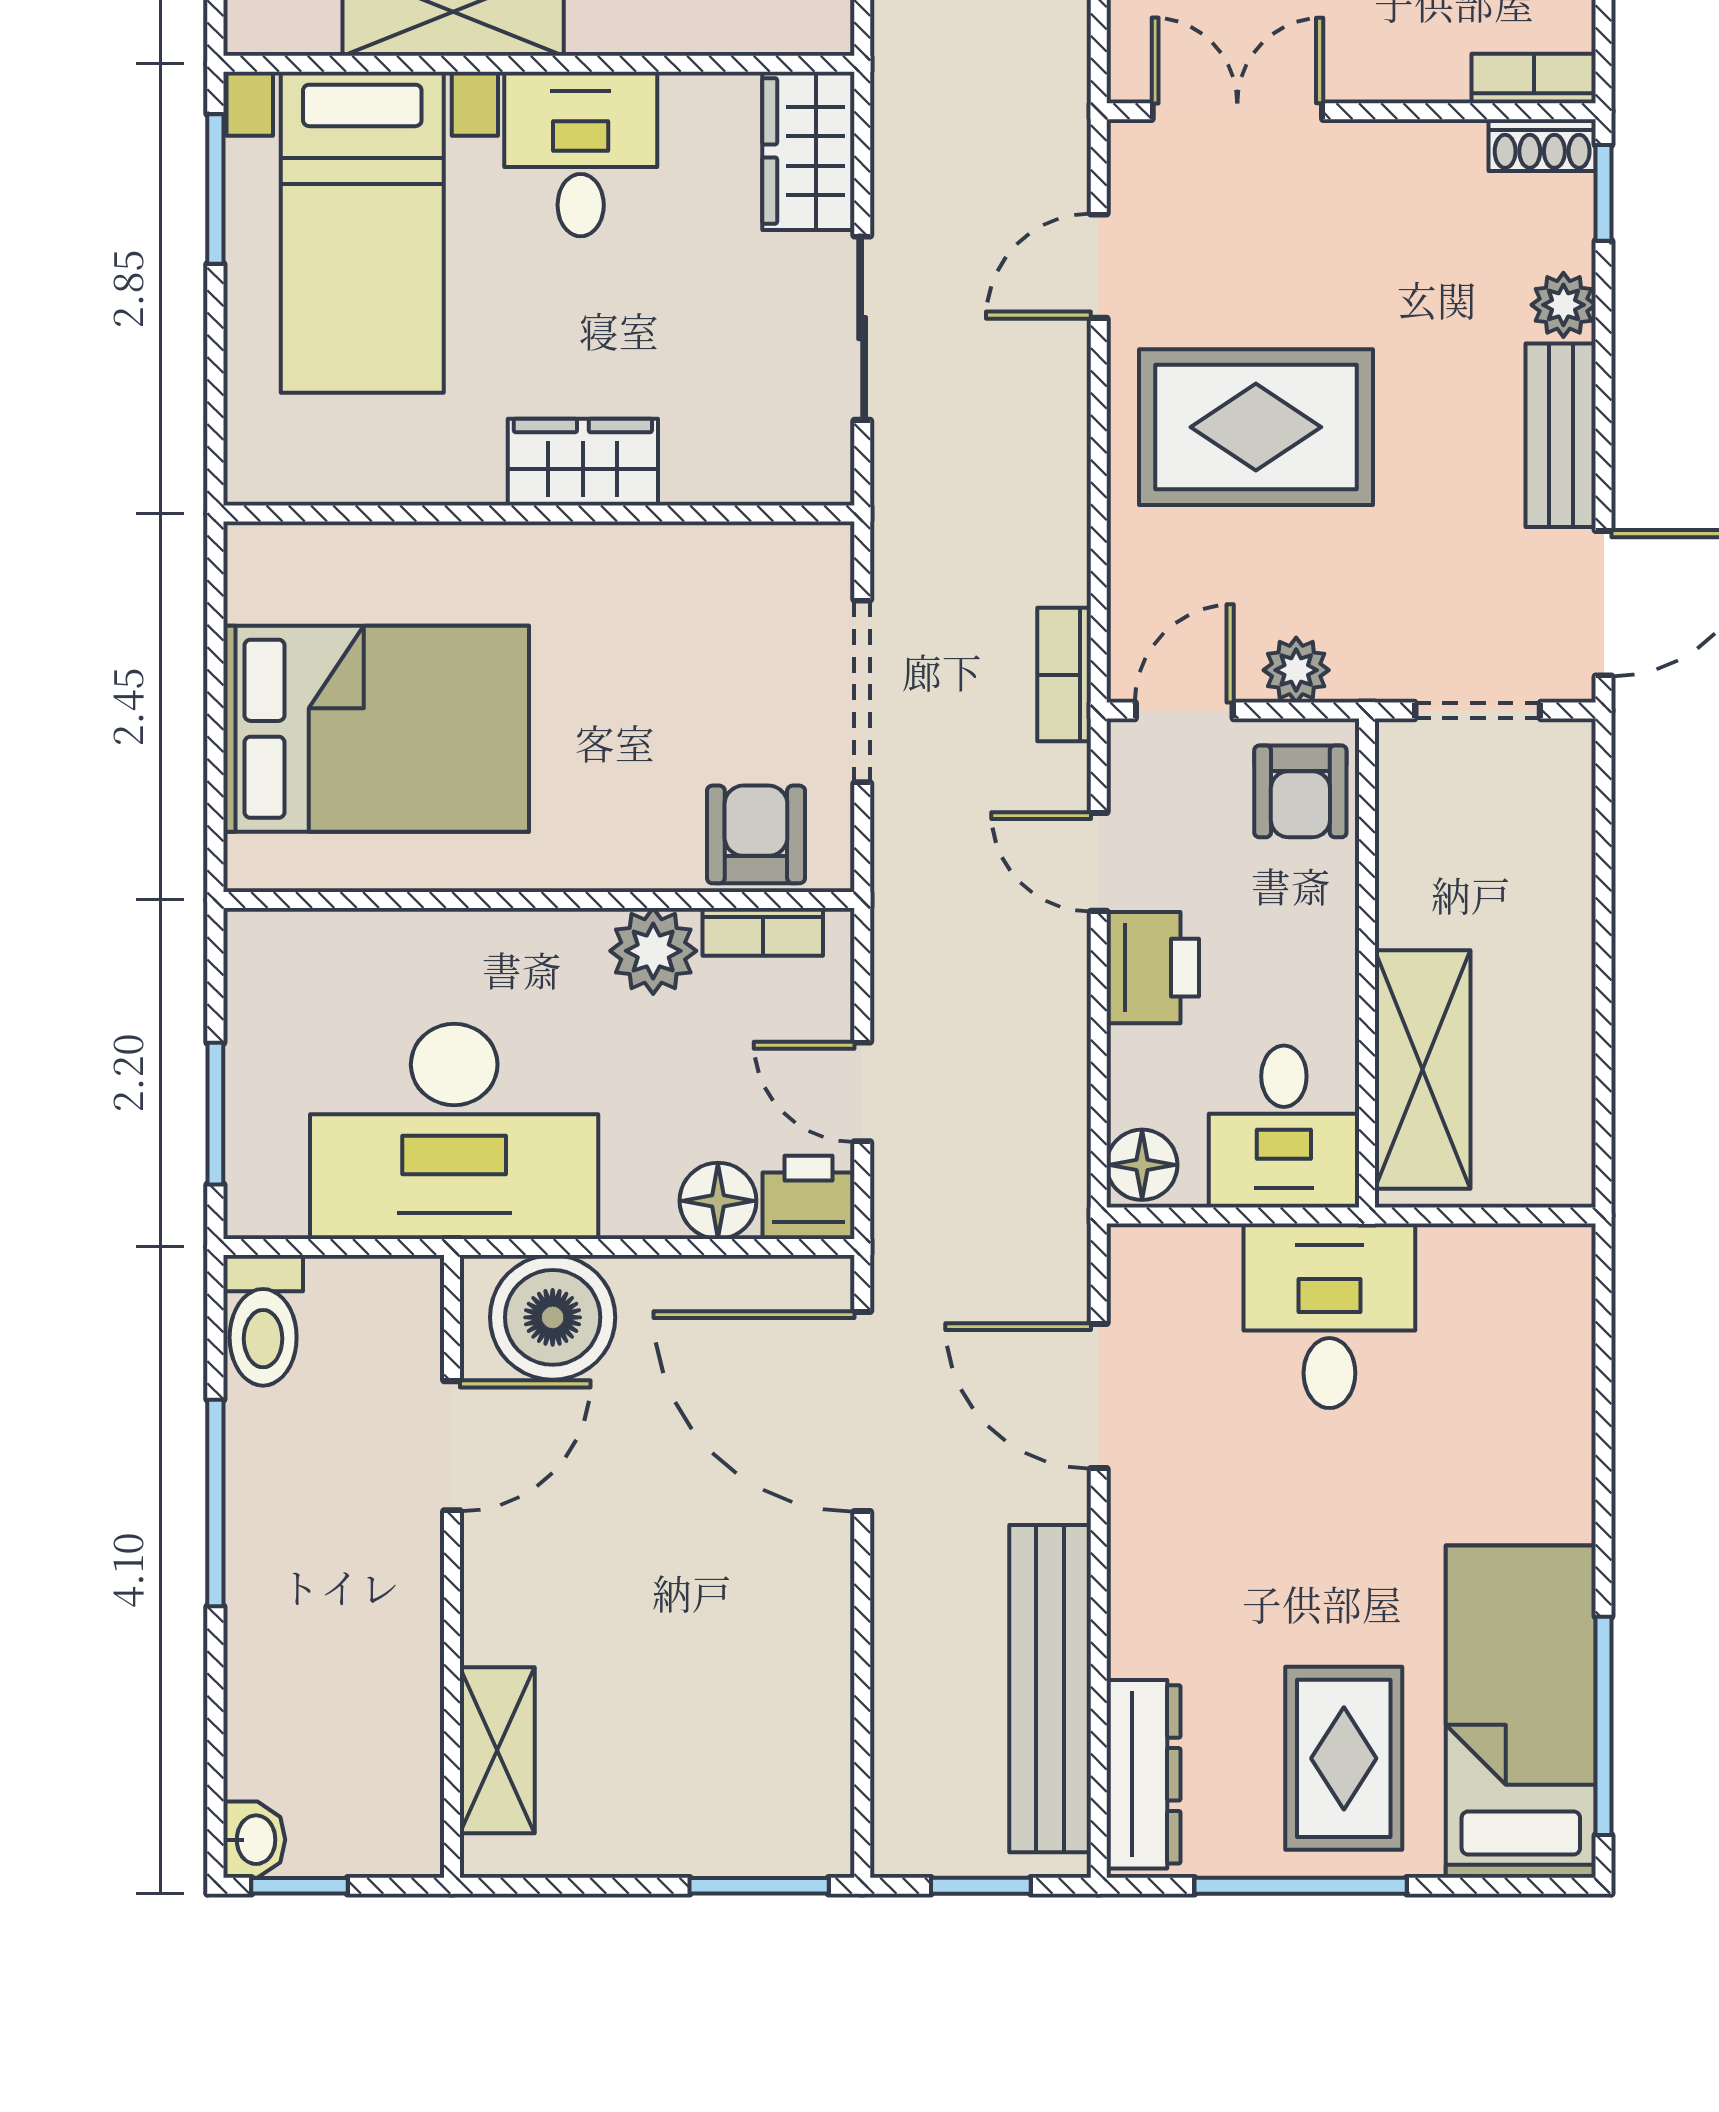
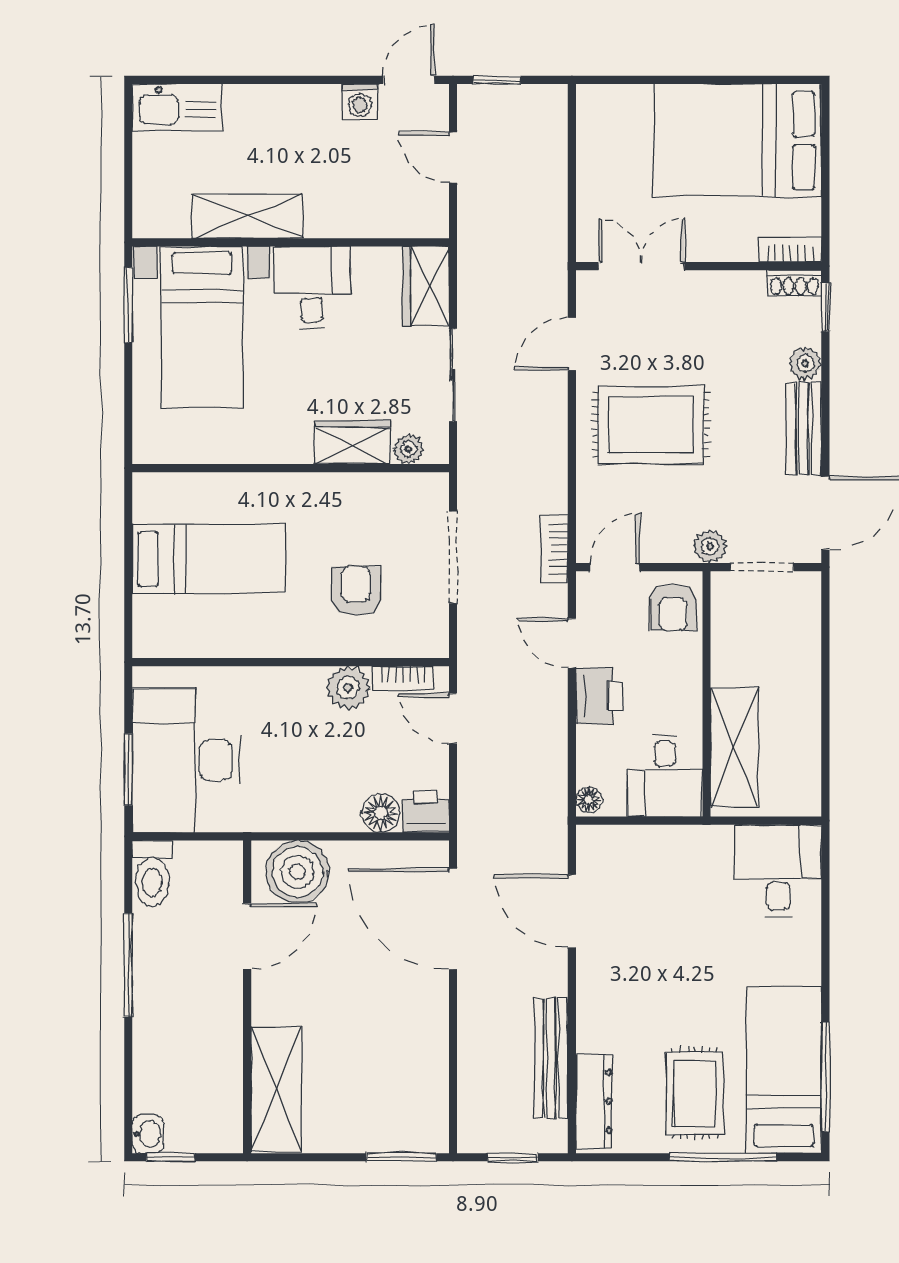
wardrobe: (583, 462) -> (353, 442), moved
plant: (773, 476) -> (408, 449), added
plant: (1296, 670) -> (710, 547), moved
bed: (376, 729) -> (209, 559), width x0.67
armchair: (756, 834) -> (356, 591), moved
door: (862, 1092) -> (453, 718), moved
desk: (454, 1131) -> (186, 760), moved, turned 90
floor lamp: (1142, 1165) -> (589, 800), width x0.73, depth x0.73
desk: (1329, 1316) -> (778, 871), moved
bench: (1050, 1689) -> (551, 1058), width x0.73, depth x0.82
shelving: (497, 1750) -> (276, 1089), width x1.50, depth x1.33
window: (1301, 1886) -> (723, 1157), moved

